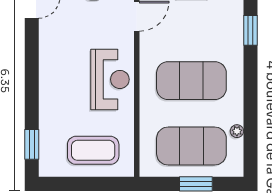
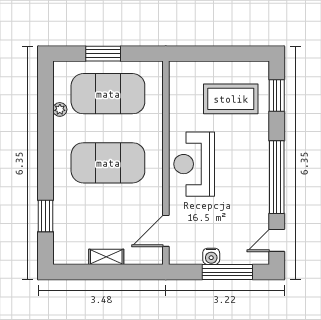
window: (32, 67) -> (277, 177), added
coffee table: (93, 150) -> (231, 99), moved

